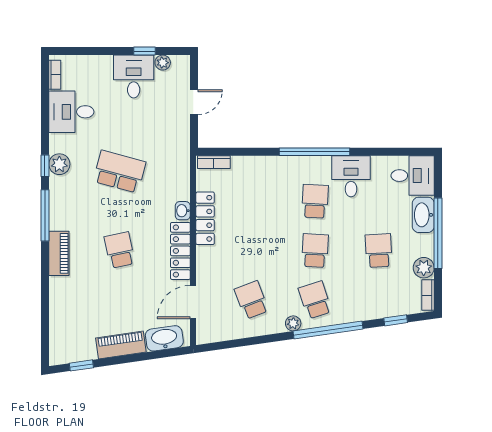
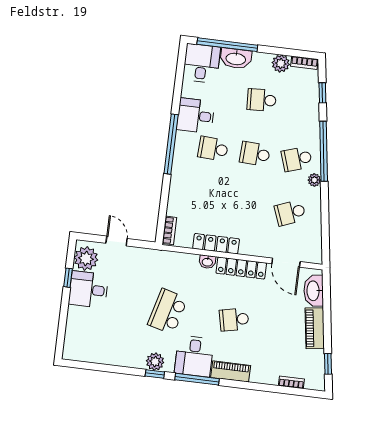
plant: (163, 63) -> (86, 259), width x1.87, depth x1.87
bookcase: (55, 75) -> (291, 382), moved
desk: (71, 112) -> (194, 356), moved
window: (438, 233) -> (227, 45), moved

